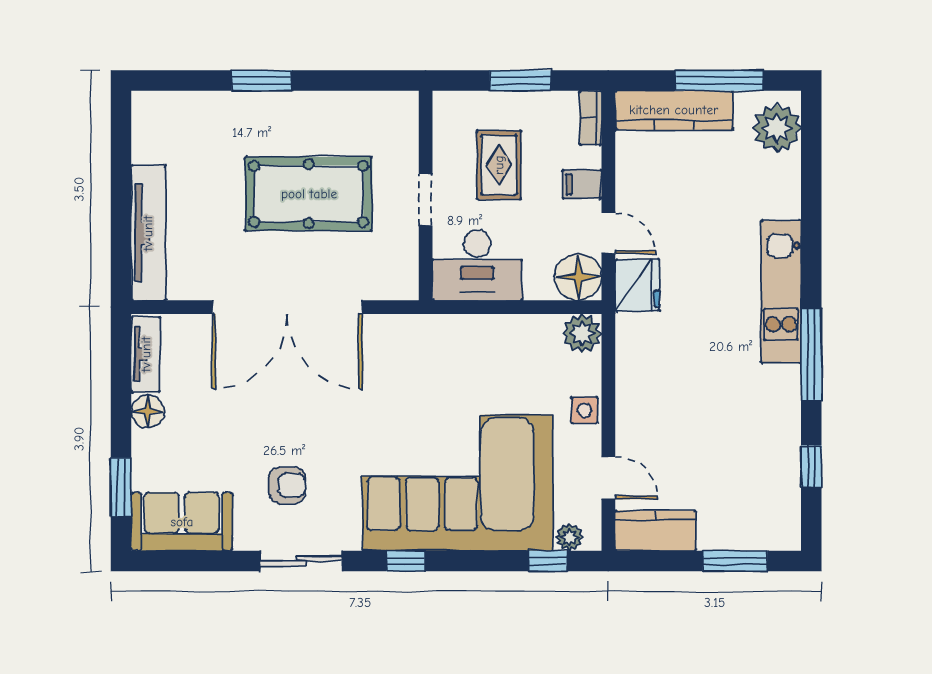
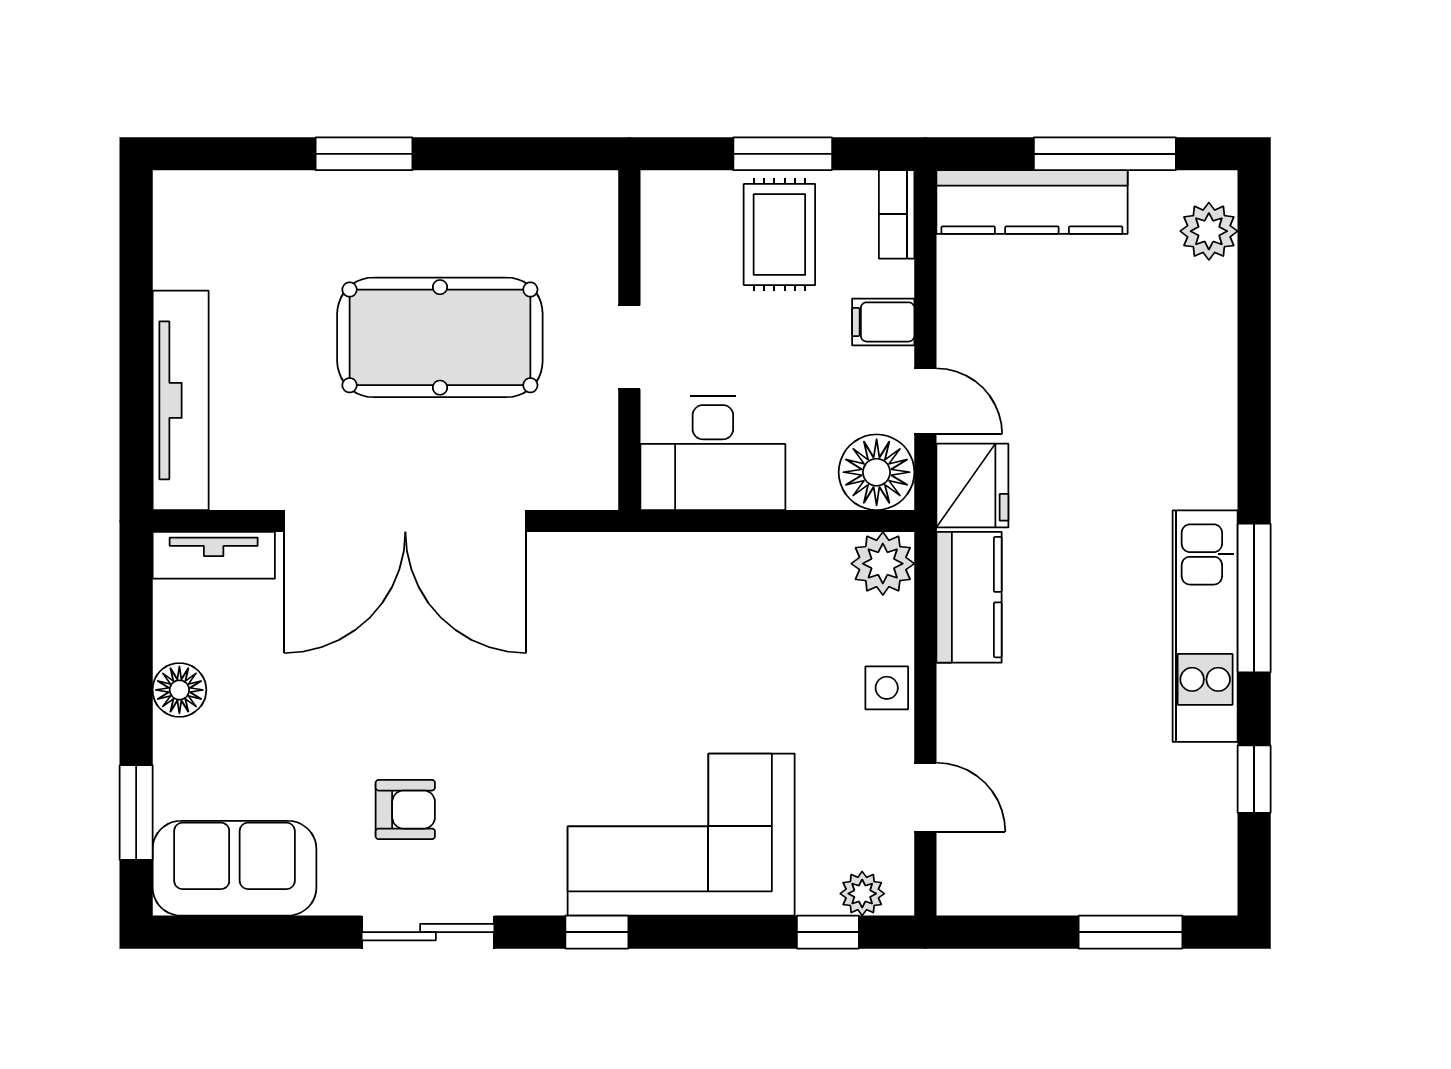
plant: (777, 128) -> (1209, 231), width x0.73, depth x0.73
rug: (499, 165) -> (779, 234), moved
kitchen unit: (781, 292) -> (1205, 626), moved
tv unit: (146, 354) -> (214, 555), moved, turned 90
corner sofa: (458, 483) -> (681, 835), width x0.73, depth x0.74
kitchen counter: (655, 531) -> (969, 597), moved, turned 90

